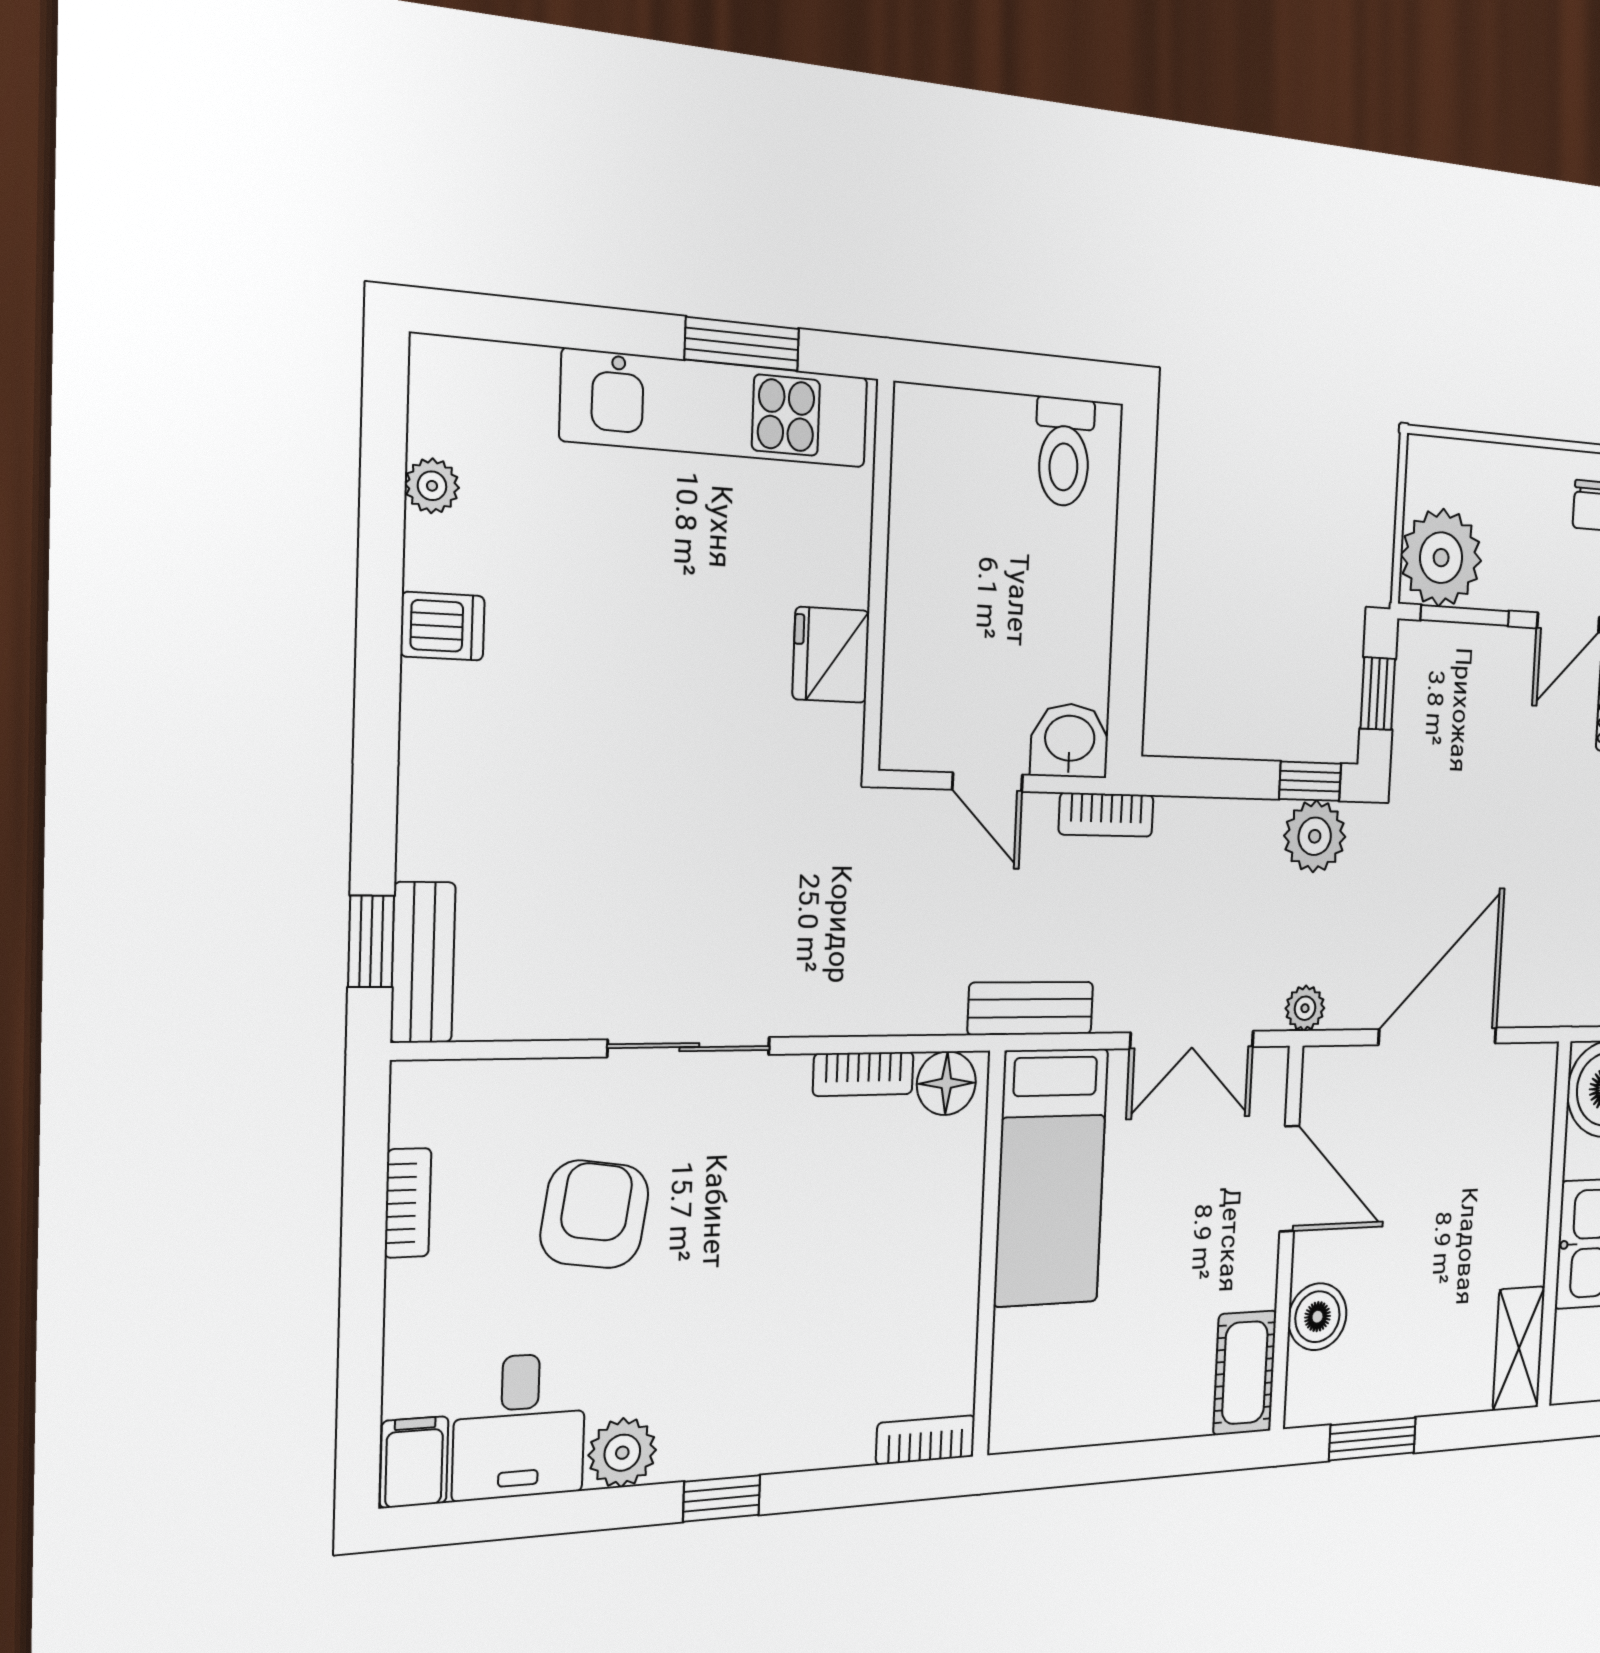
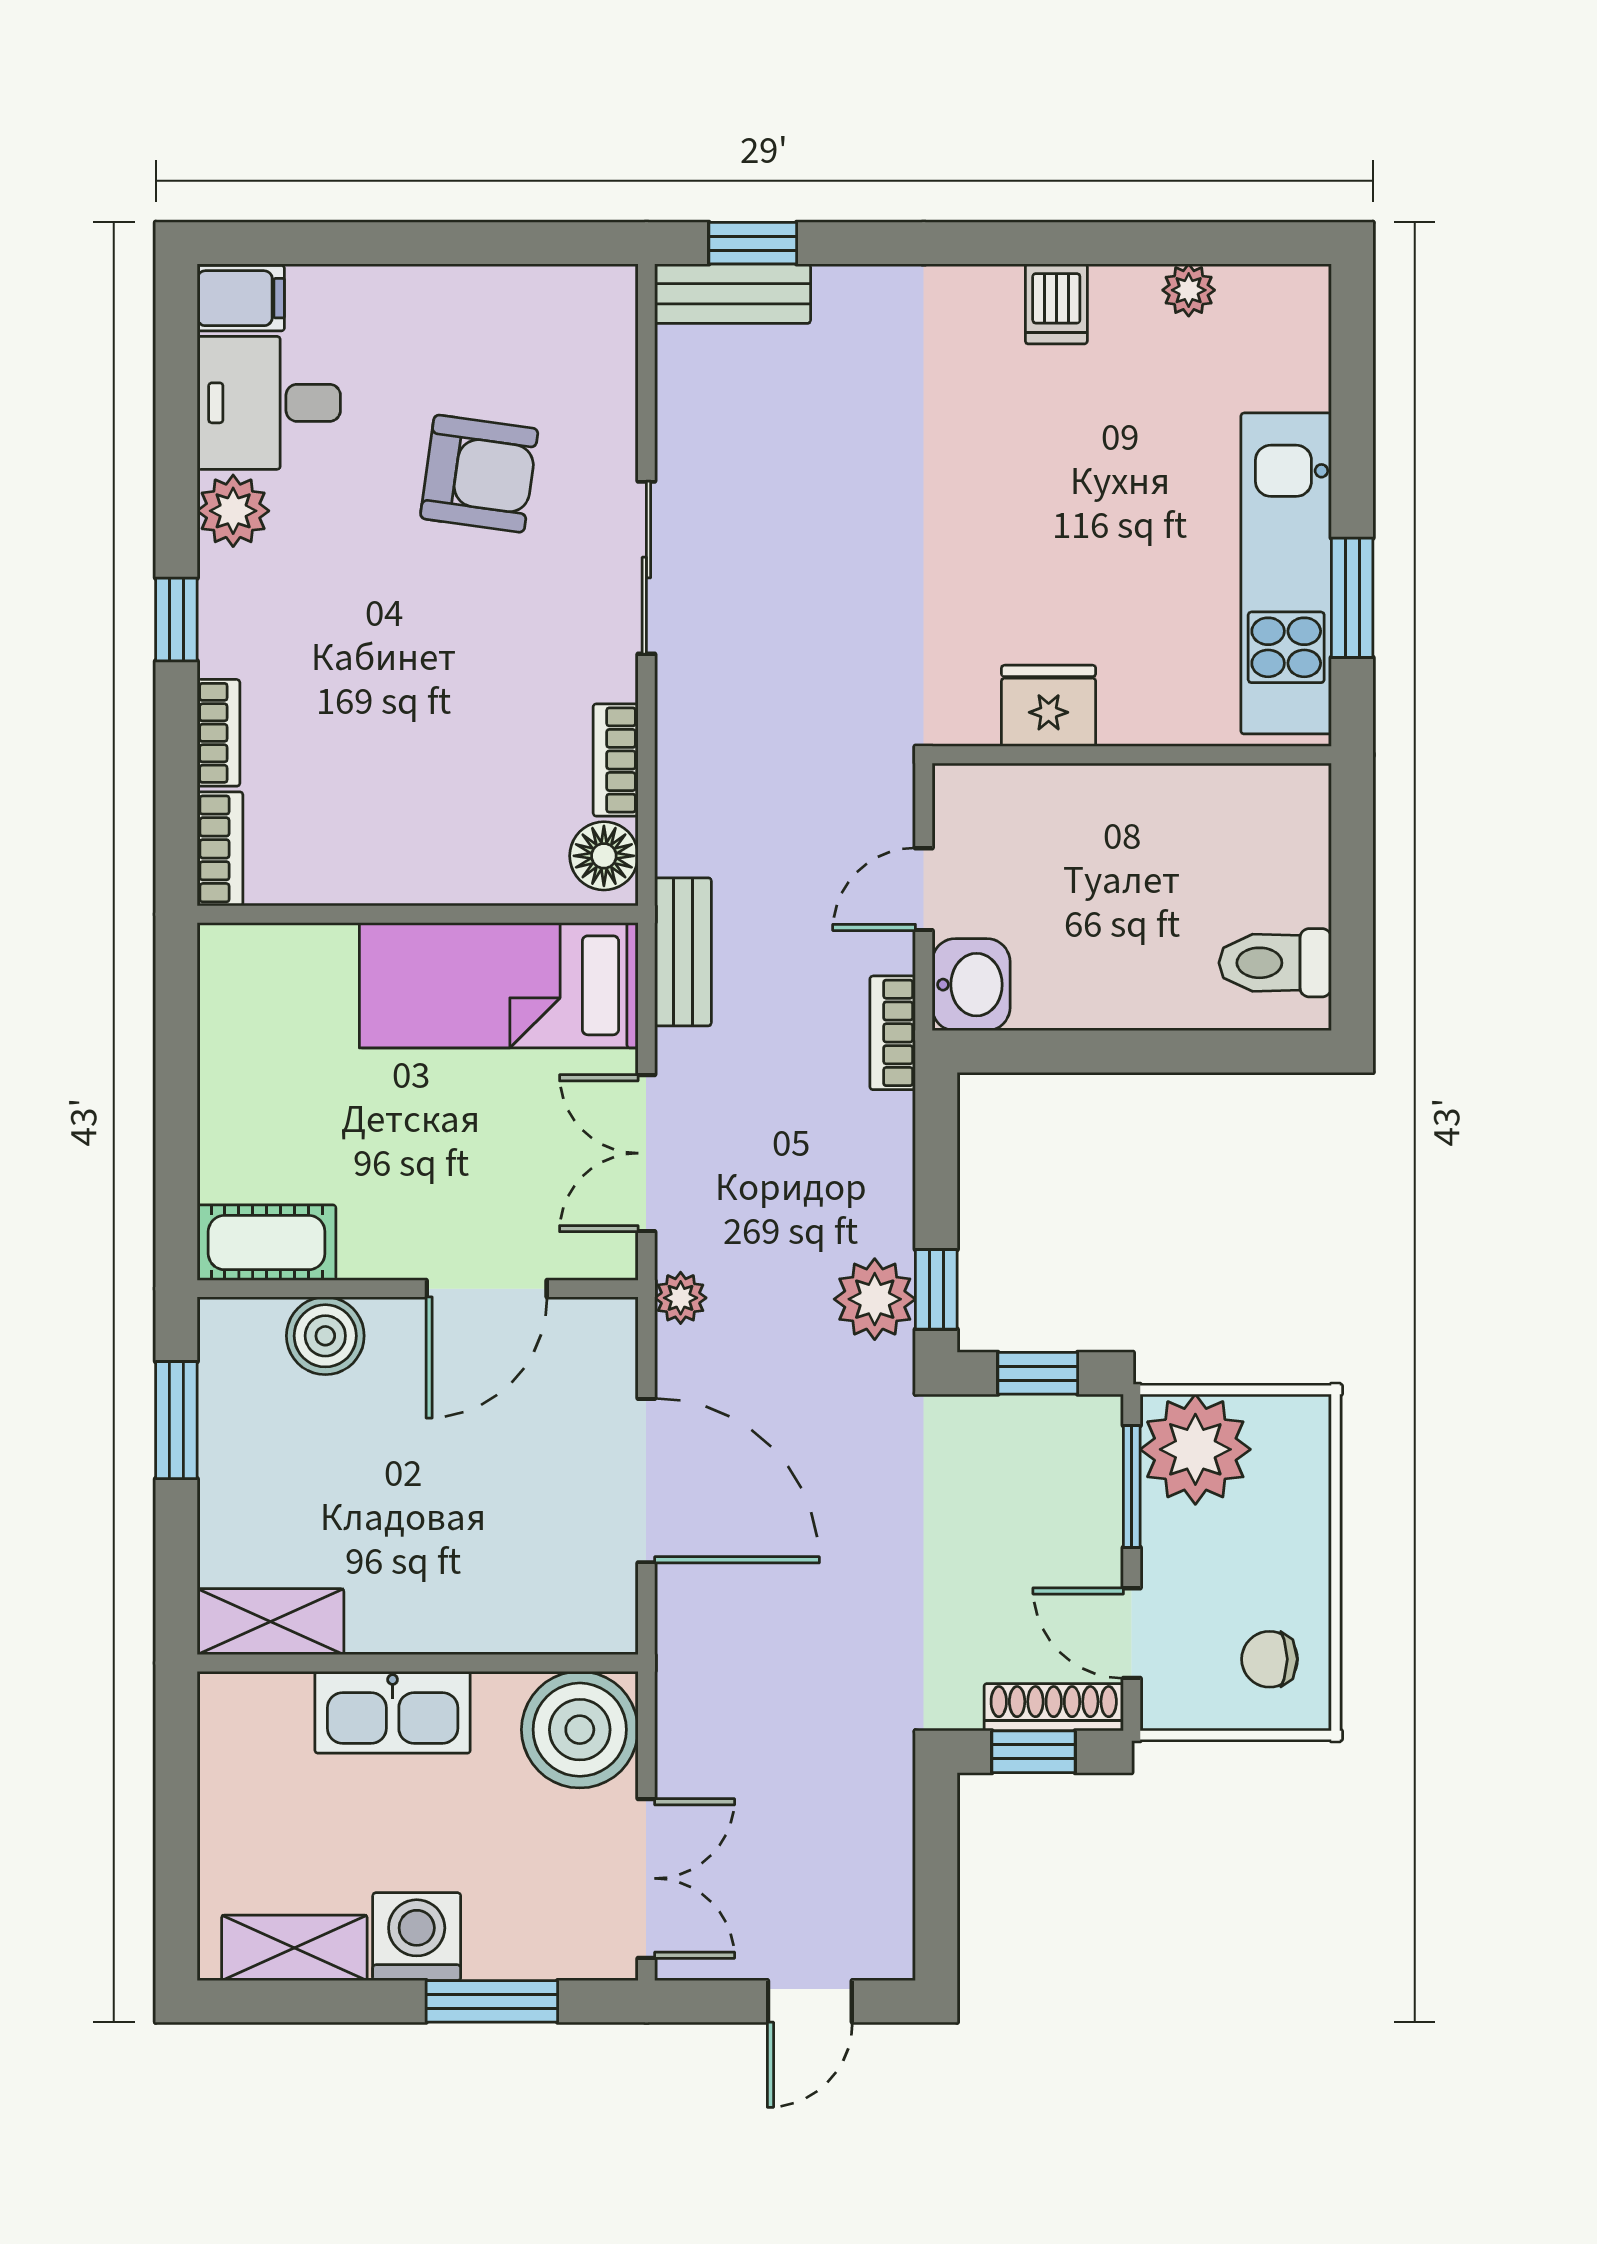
bookcase: (408, 1203) -> (218, 733), moved, turned -90

